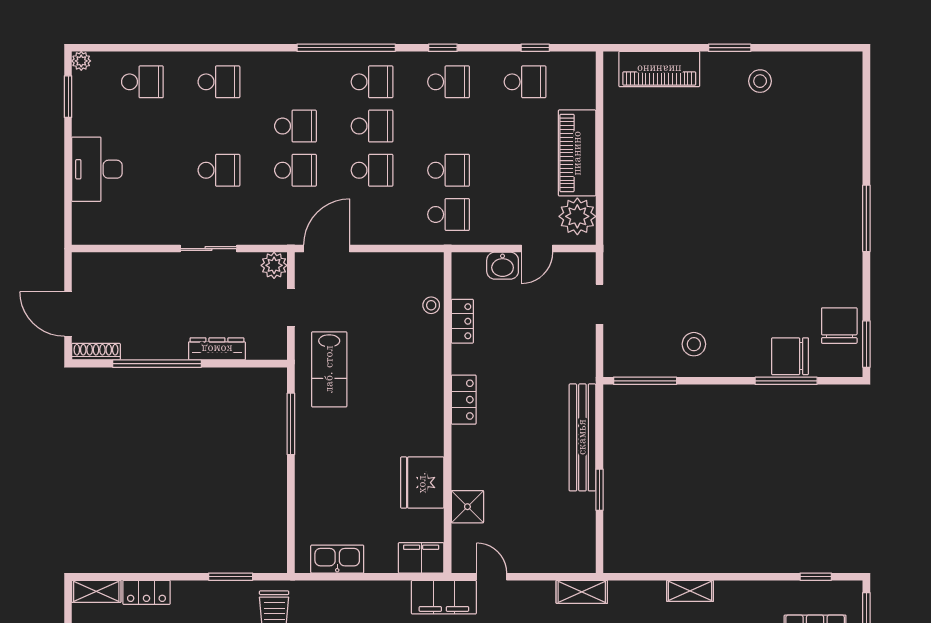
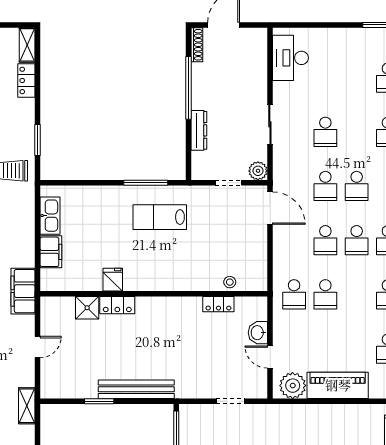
desk: (97, 169) -> (290, 58), moved, turned -90
lab bench: (329, 369) -> (160, 217), moved
locker: (464, 400) -> (117, 305), moved
fridge: (422, 483) -> (113, 280), width x0.53, depth x0.75
filing cabinet: (421, 558) -> (51, 252), moved
door: (492, 577) -> (38, 347), moved
shelving: (582, 592) -> (27, 406), moved

